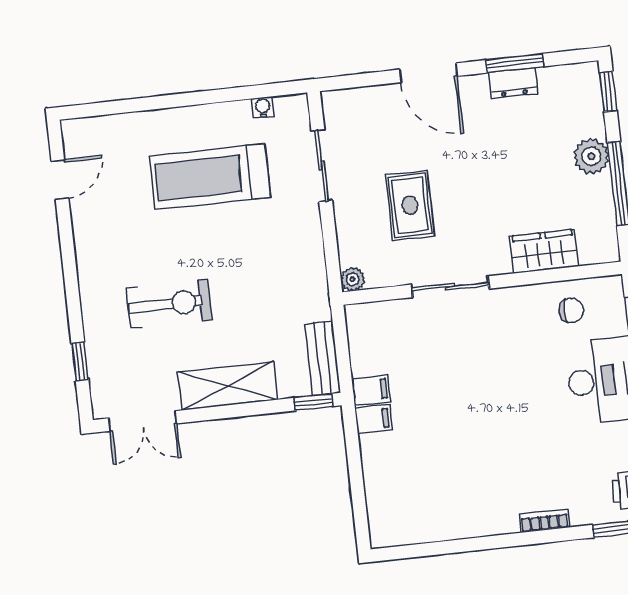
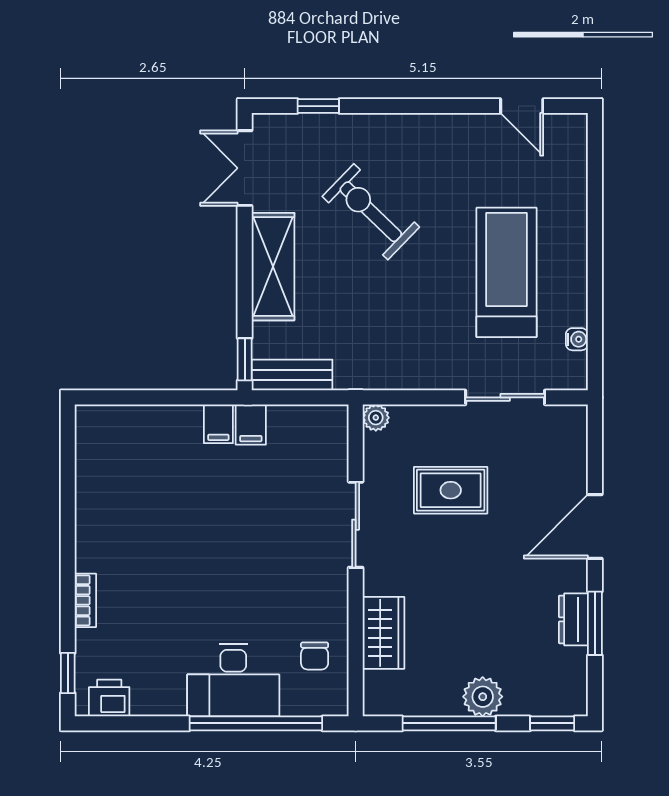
exercise bike: (169, 304) -> (371, 212), turned 134

